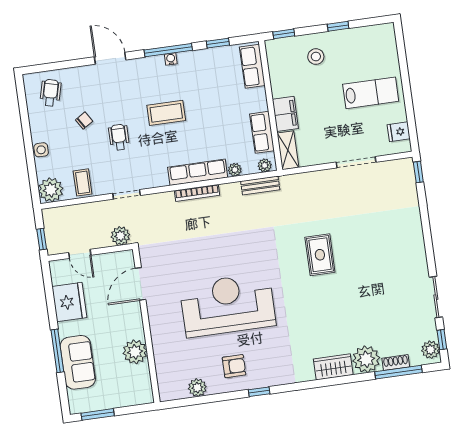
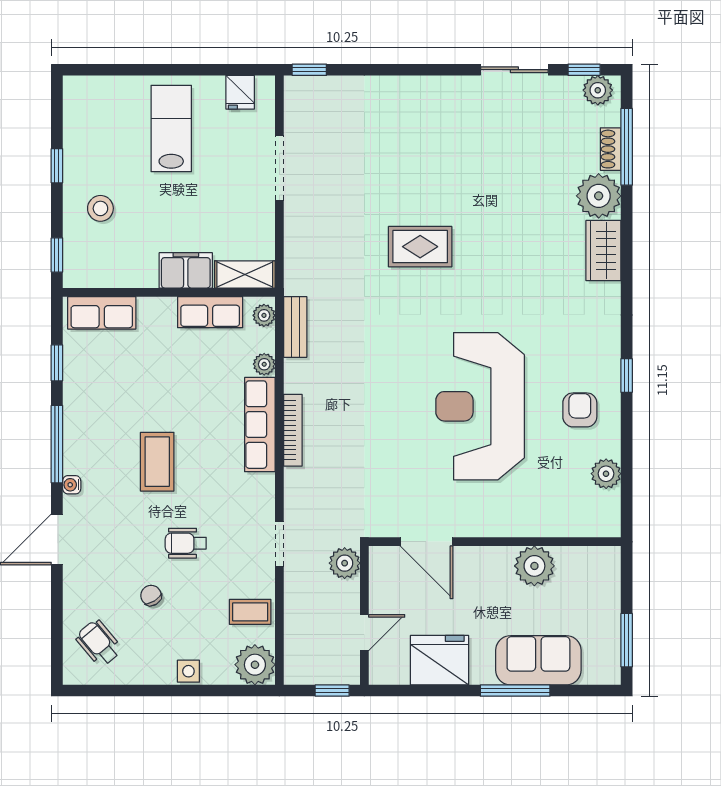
water cooler: (171, 59) -> (72, 485), moved
wheelchair: (51, 93) -> (99, 643), turned 36

